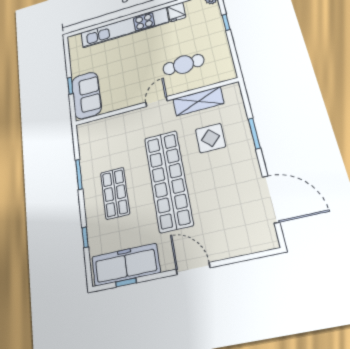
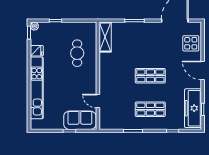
shelving: (198, 101) -> (105, 37), moved
door: (157, 102) -> (98, 101), moved
display table: (210, 138) -> (191, 43), moved
shop shelf: (168, 180) -> (150, 76), width x0.50, depth x0.74
door: (193, 269) -> (203, 70), hinge flipped

